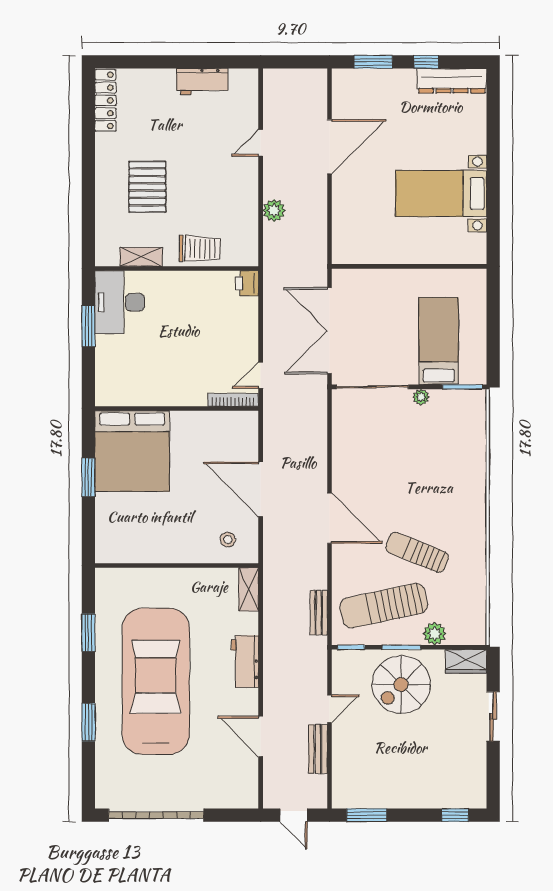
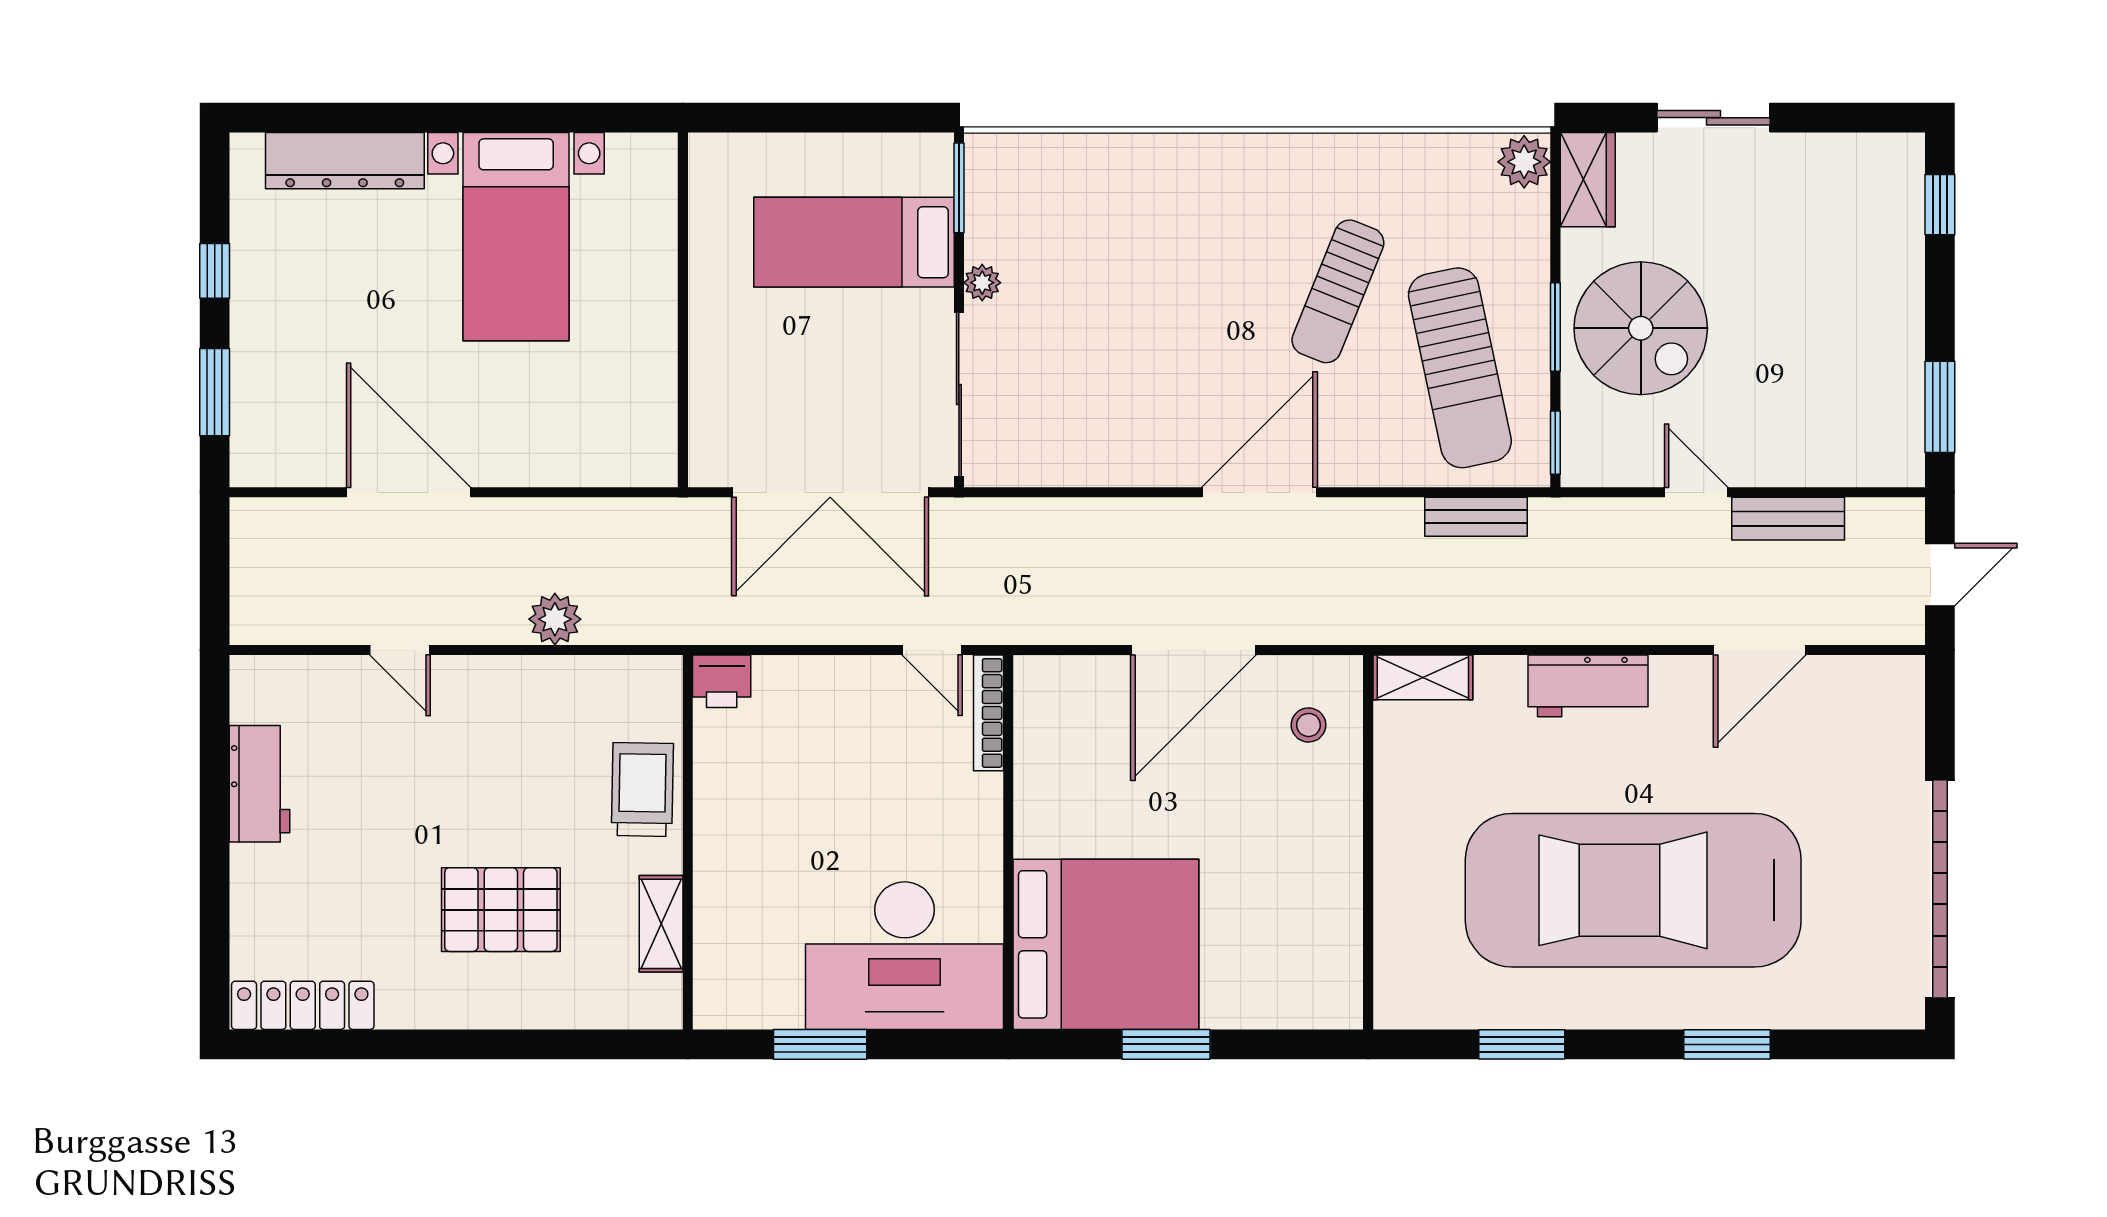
dresser: (452, 81) -> (345, 161), moved, turned 90
desk: (120, 302) -> (905, 956), moved, width x1.36, depth x1.30
plant: (435, 634) -> (1524, 162), moved

